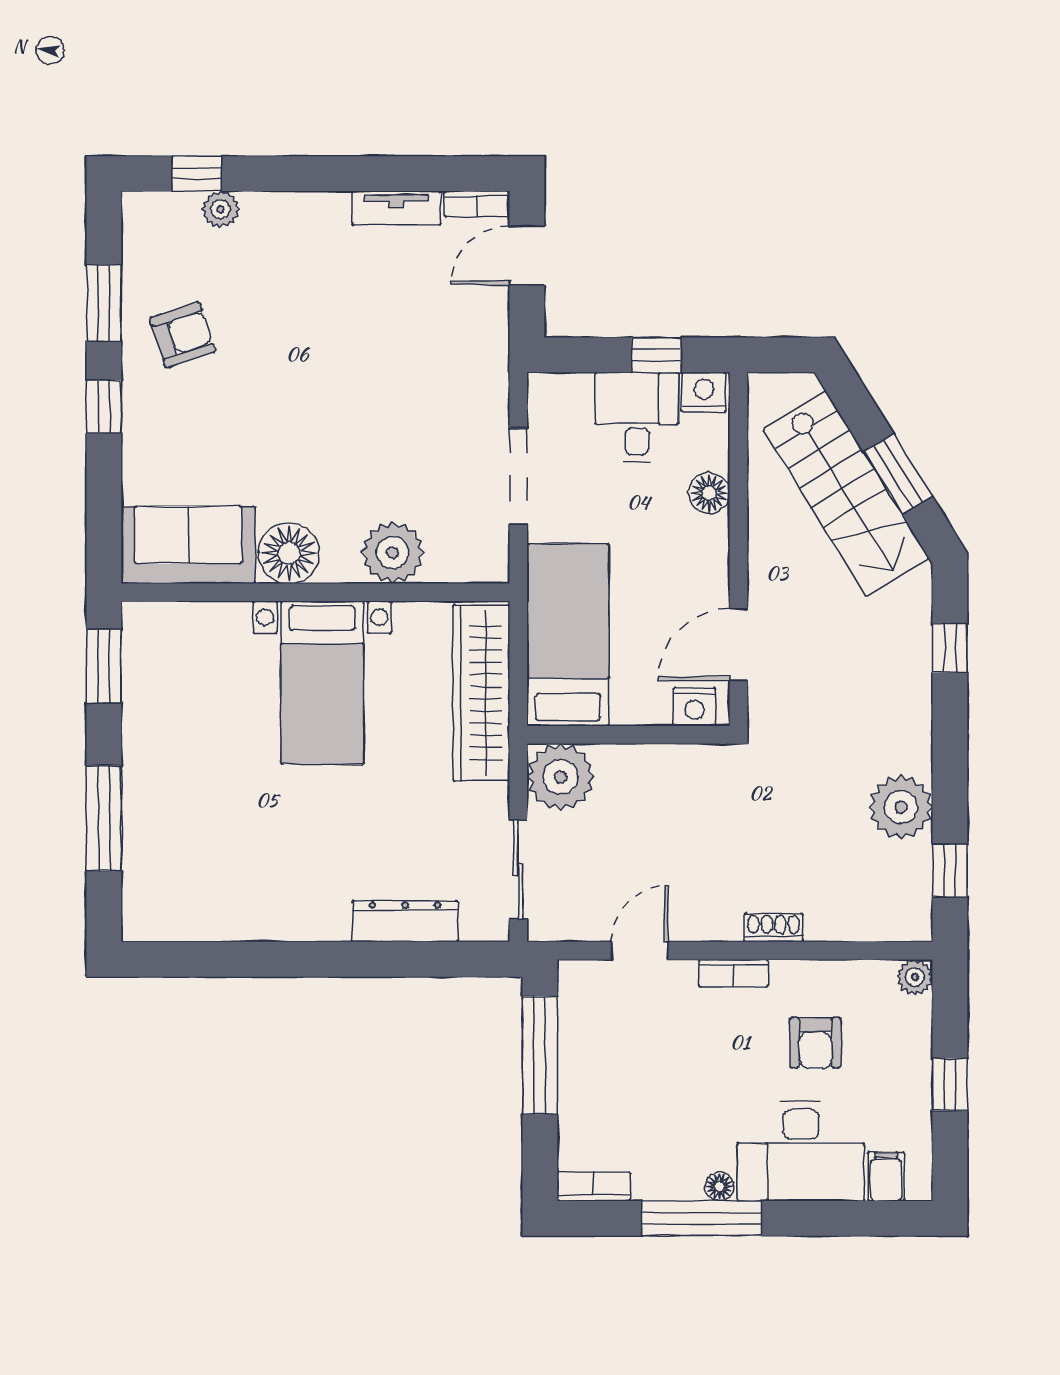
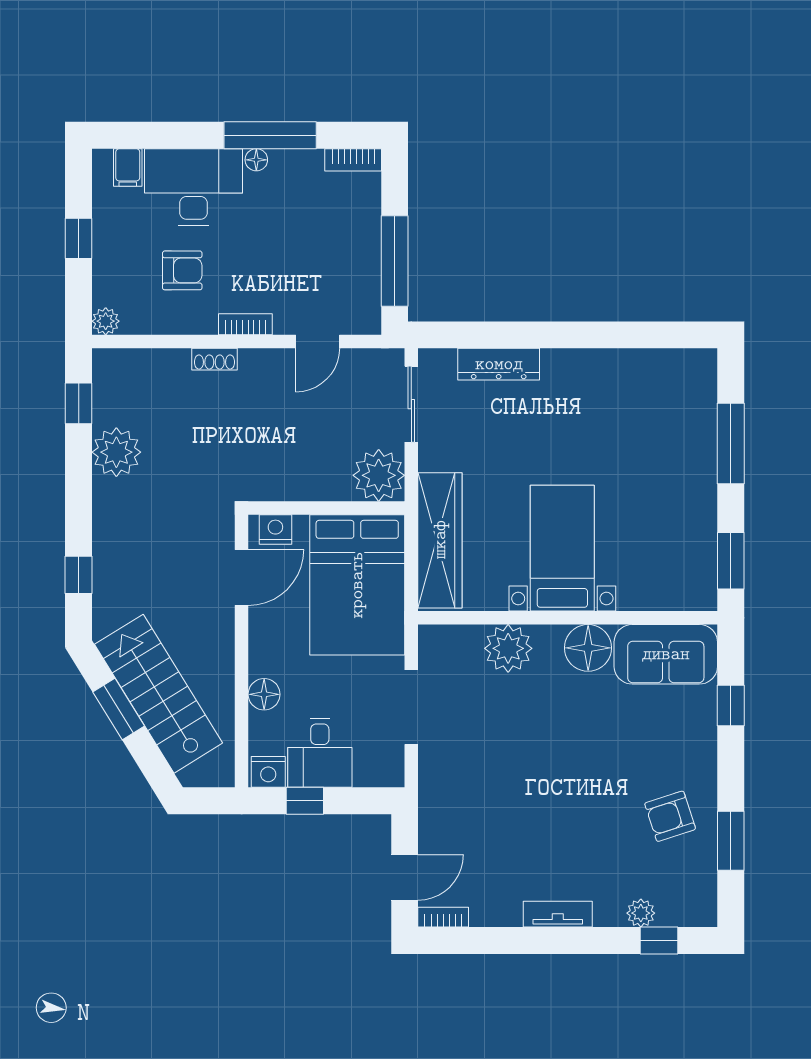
tv unit: (396, 208) -> (558, 914), moved
window: (104, 407) -> (731, 705), moved
bed: (568, 635) -> (357, 585), width x1.50
armchair: (815, 1043) -> (182, 270), turned 90

